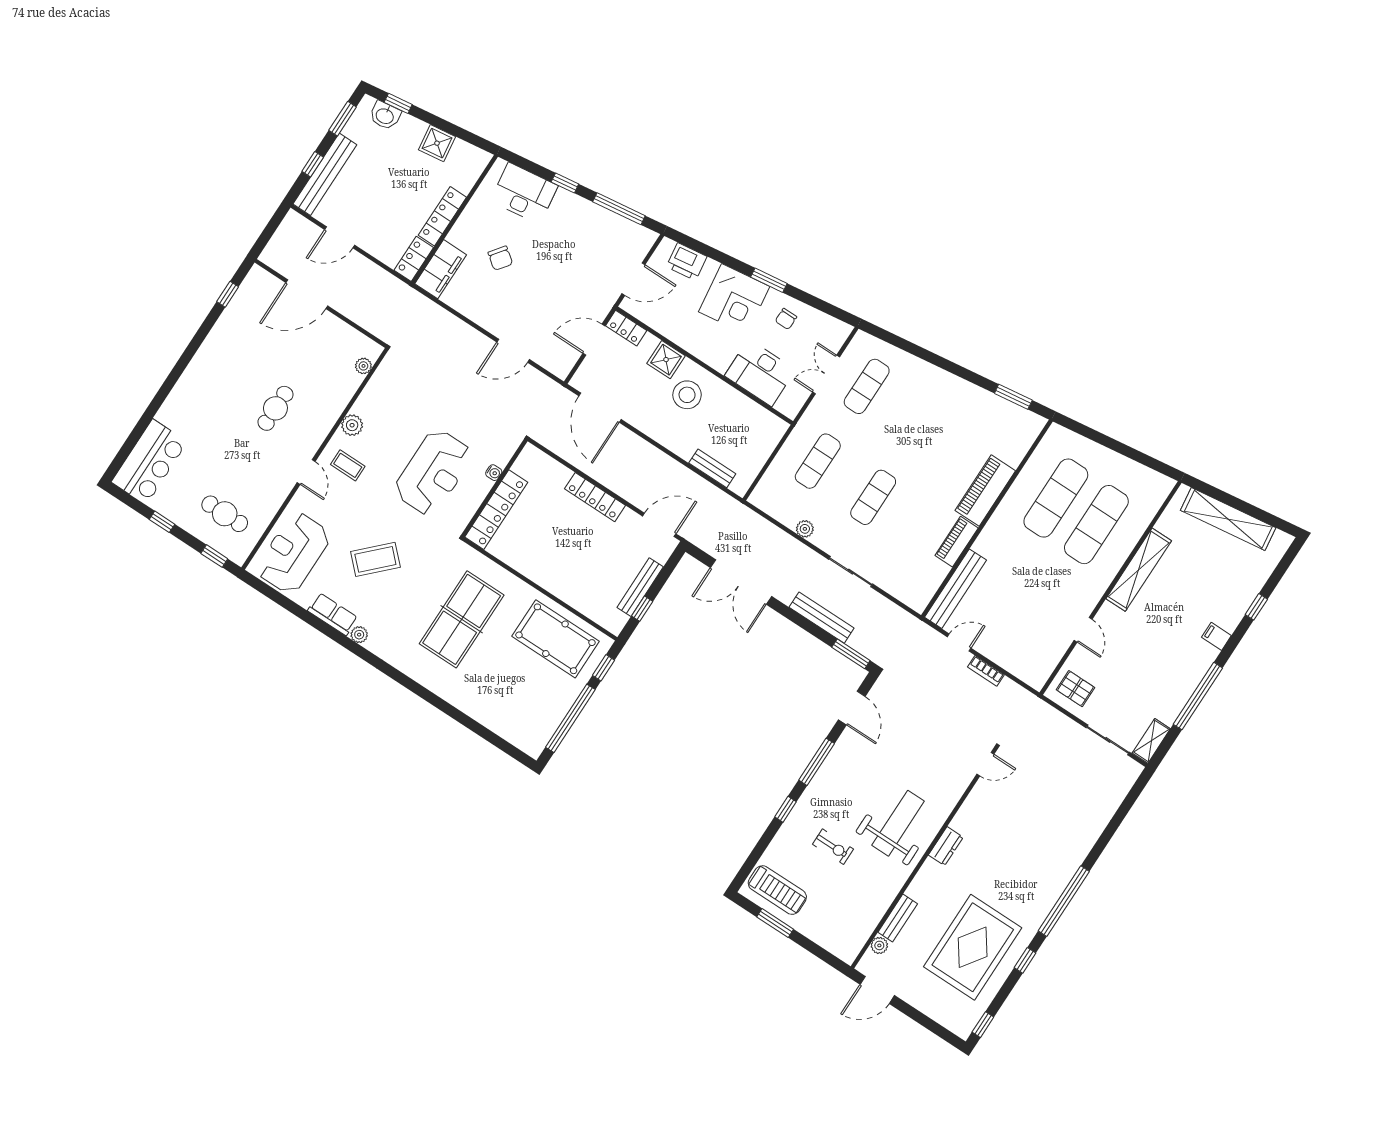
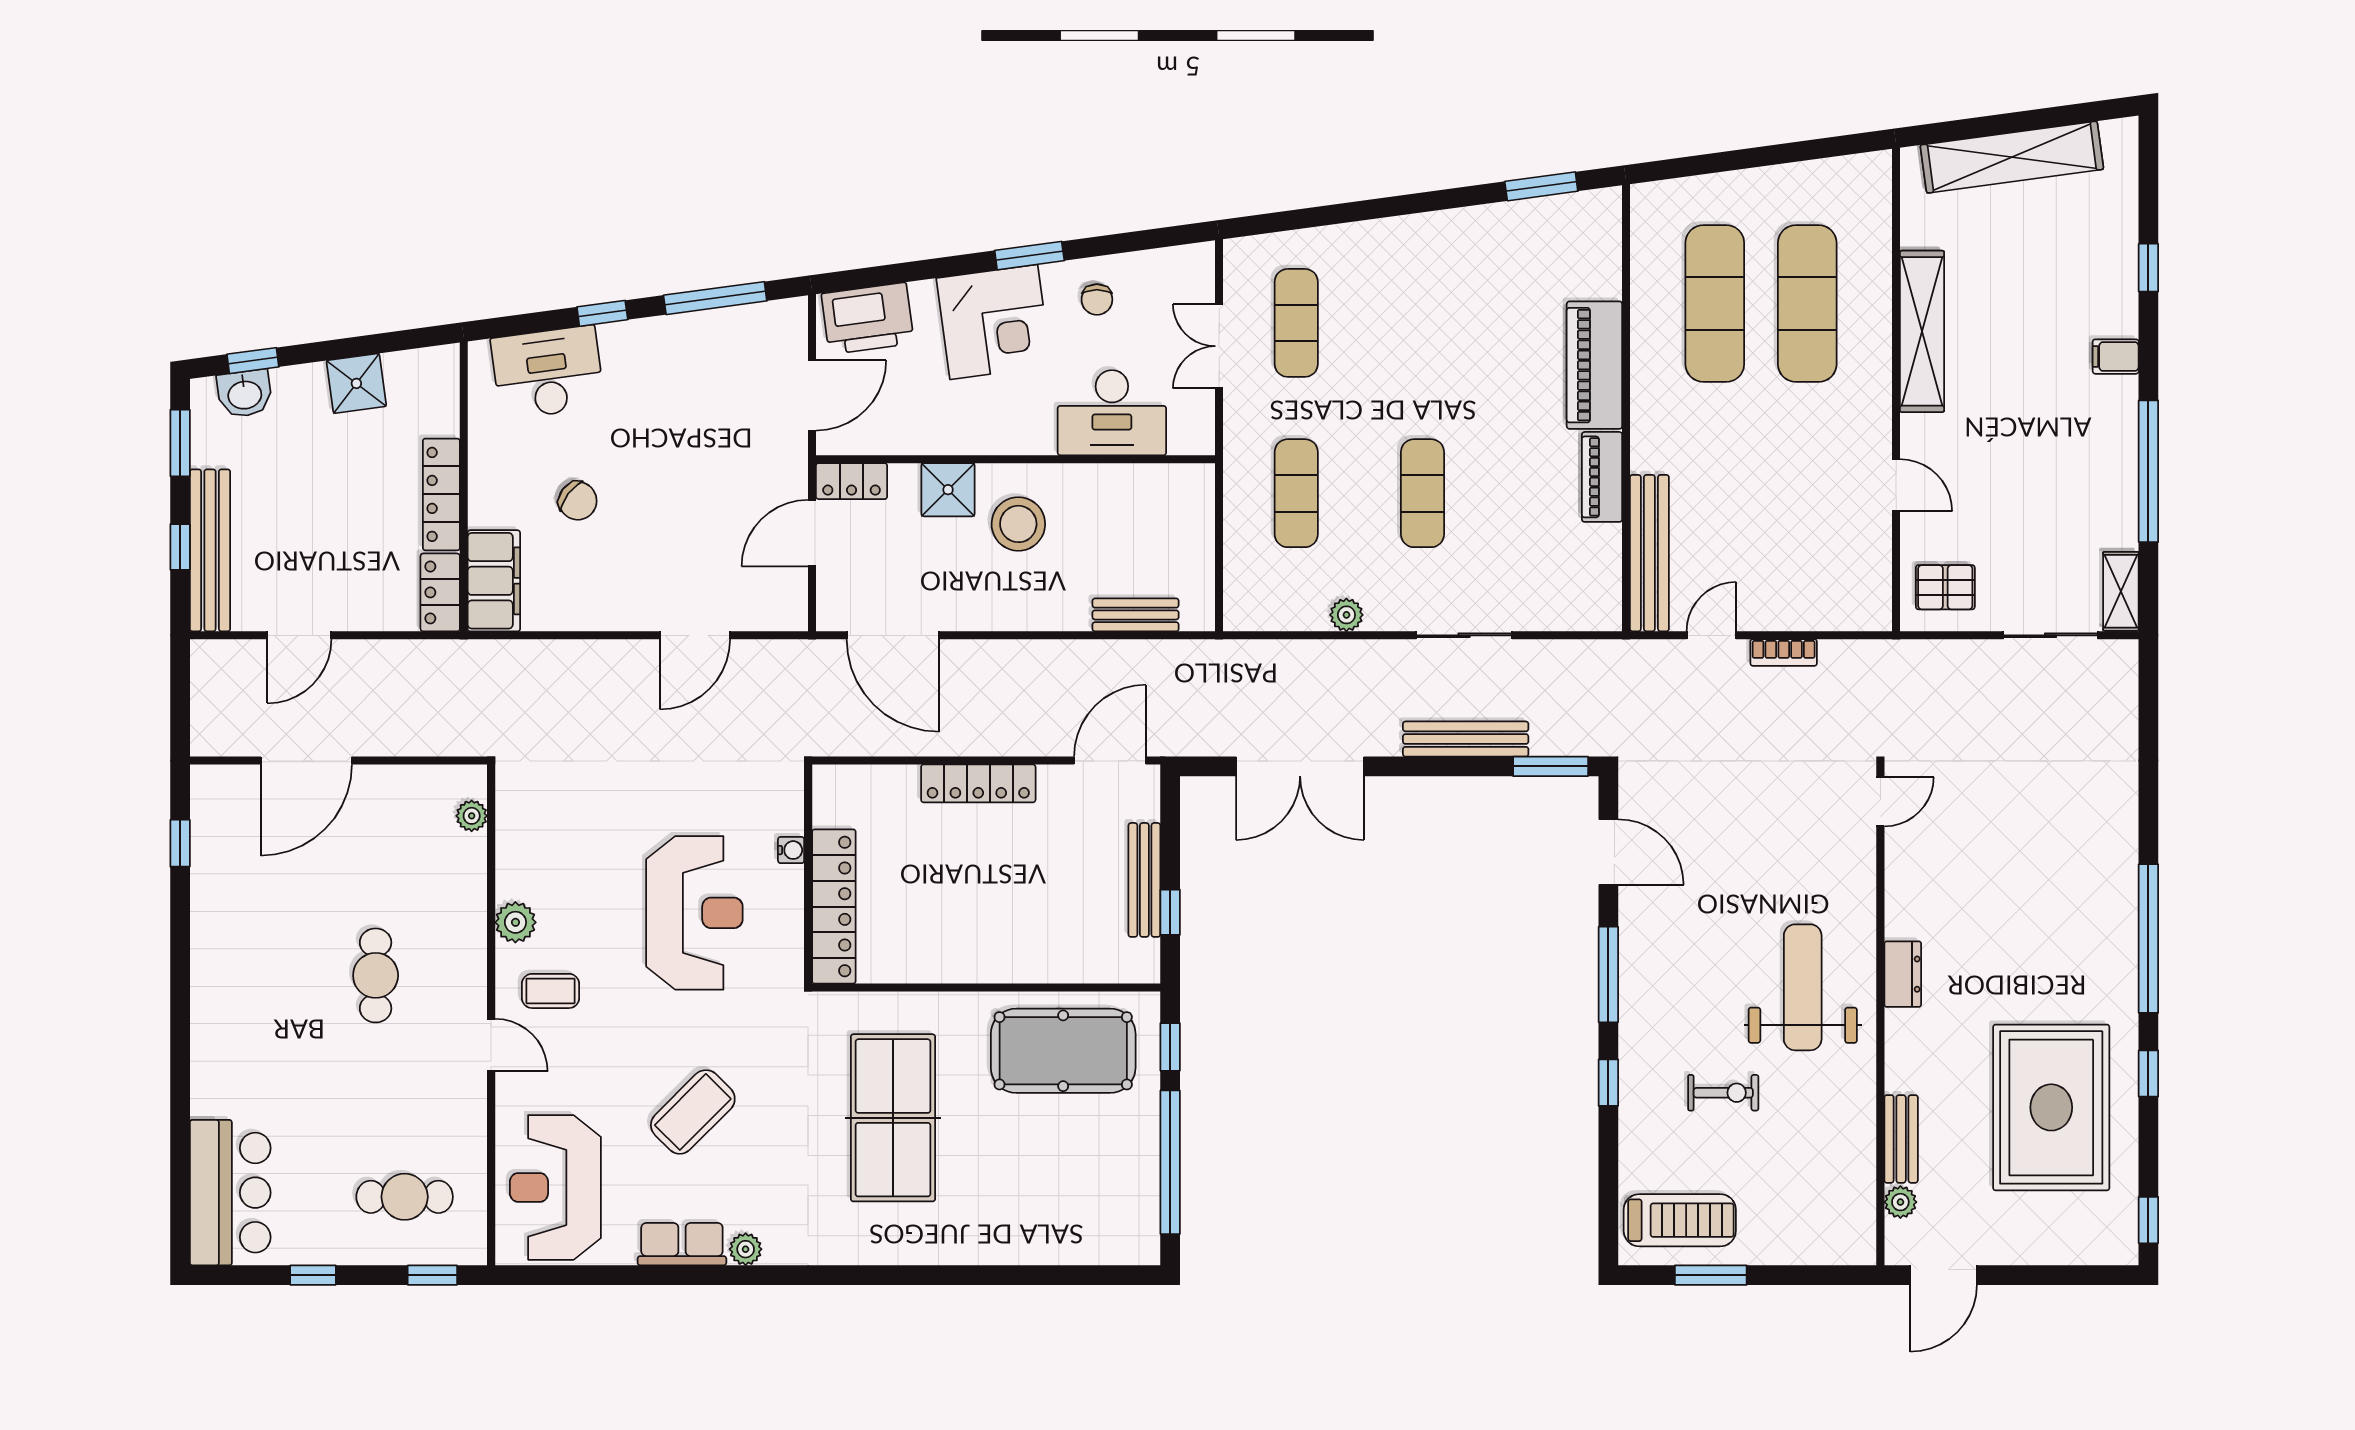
printer: (687, 262) -> (868, 318), width x1.37, depth x1.19

